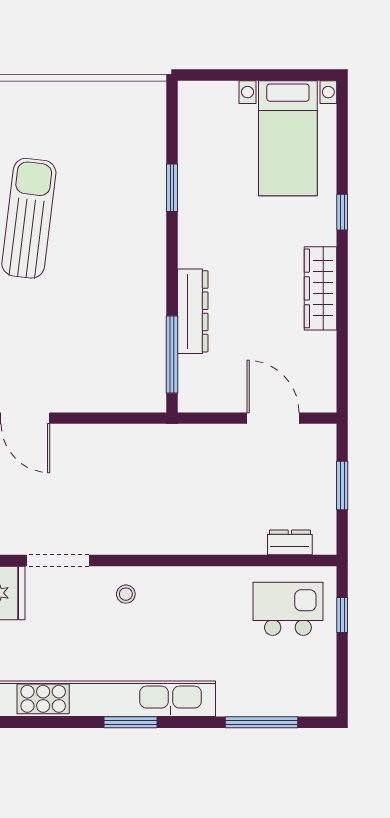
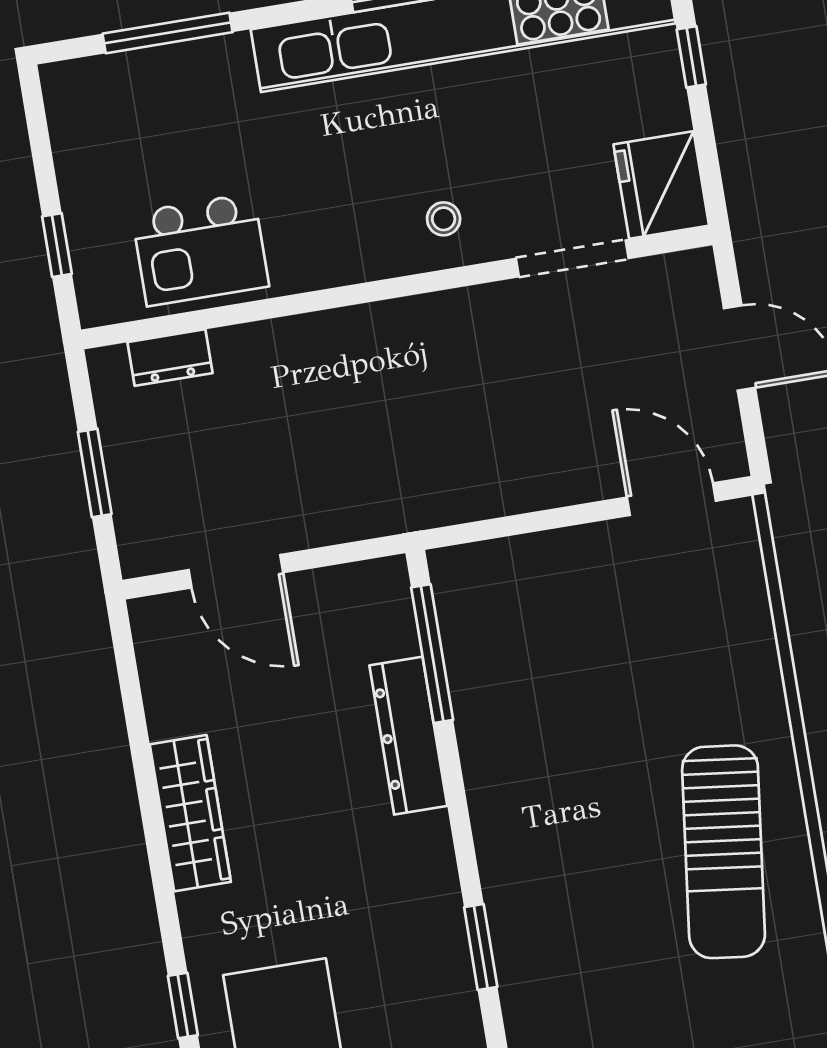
window: (342, 212) -> (183, 1006), moved
kitchen island: (288, 609) -> (200, 250), moved

